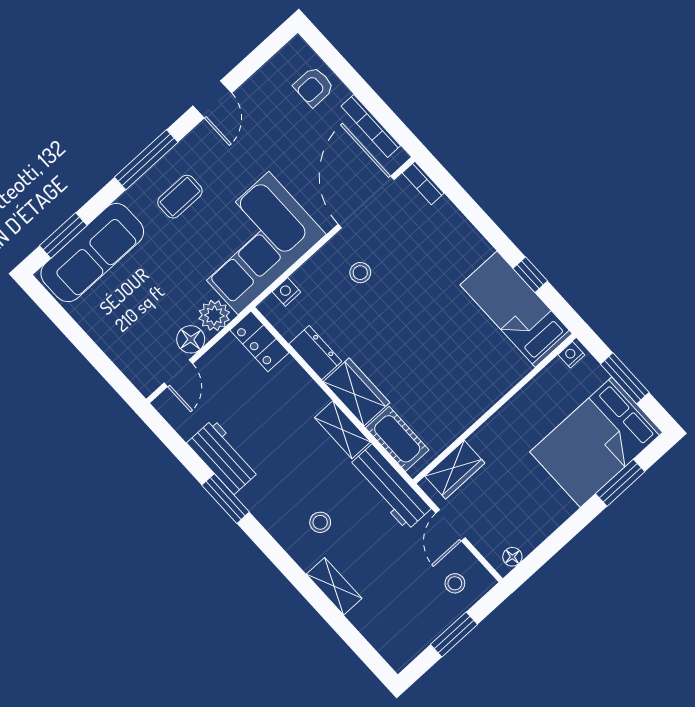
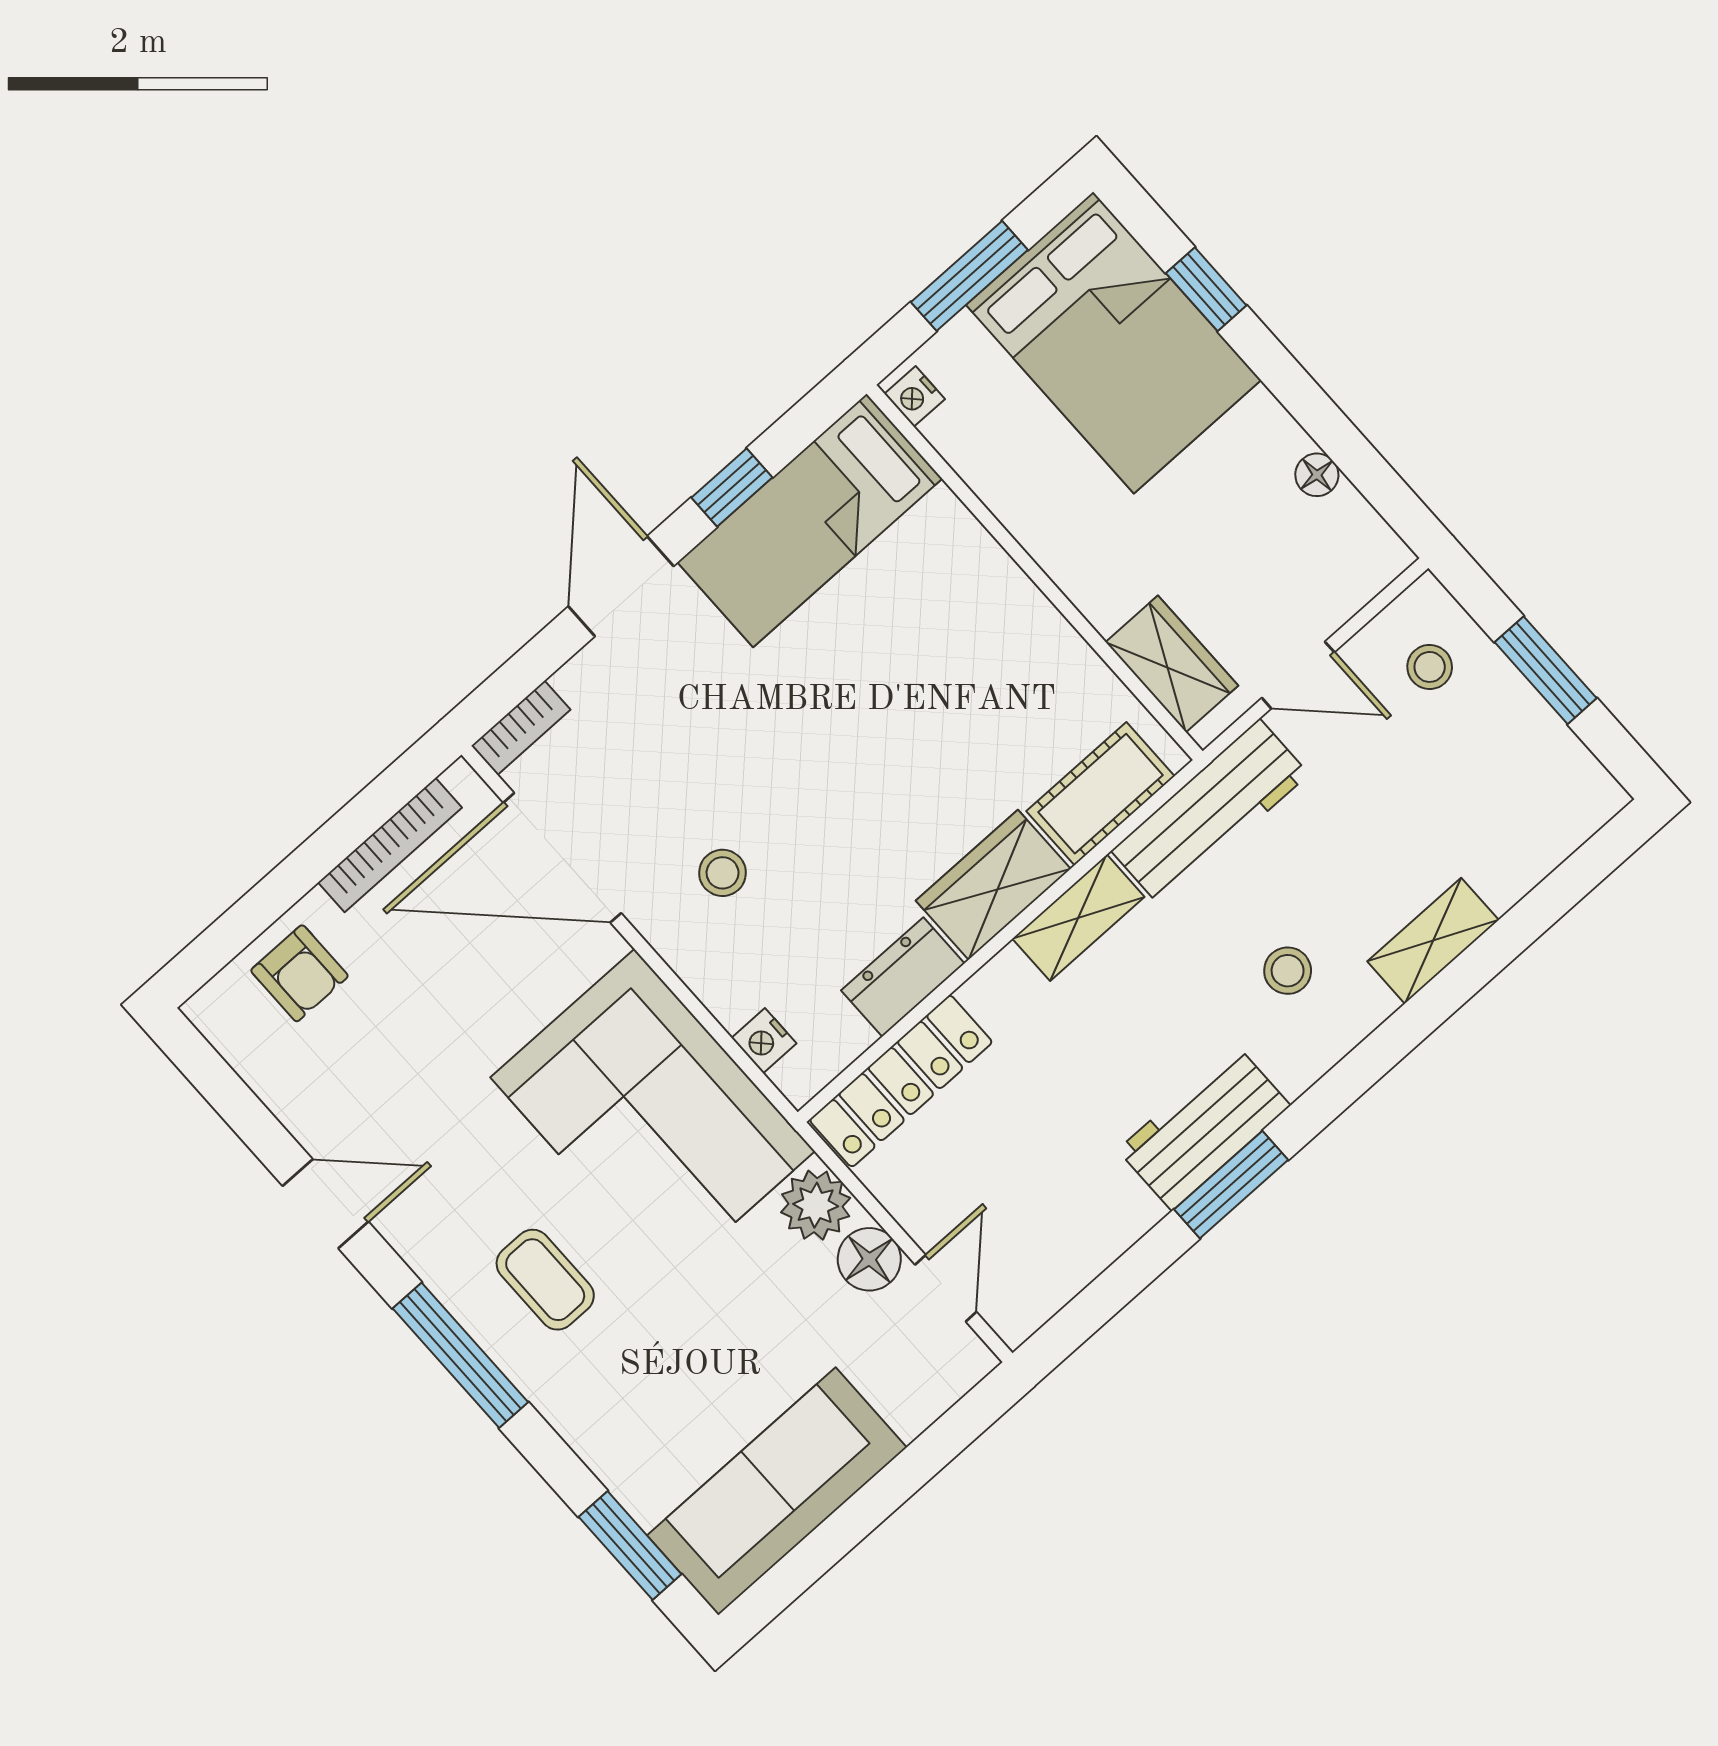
door: (486, 226) -> (621, 586), added
sofa: (92, 253) -> (777, 1491), moved, turned -90
locker: (259, 341) -> (901, 1081), width x1.53
door: (178, 373) -> (946, 1288), hinge flipped
workbench: (223, 457) -> (1204, 1128), moved
window: (620, 483) -> (1206, 289), width x0.67
floor lamp: (512, 557) -> (1317, 475), moved

